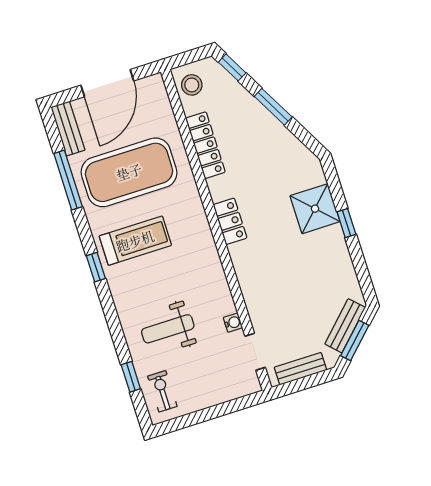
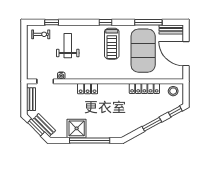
shower: (315, 209) -> (77, 128), moved
locker: (230, 221) -> (88, 89), moved
window: (346, 223) -> (90, 140), width x3.17

